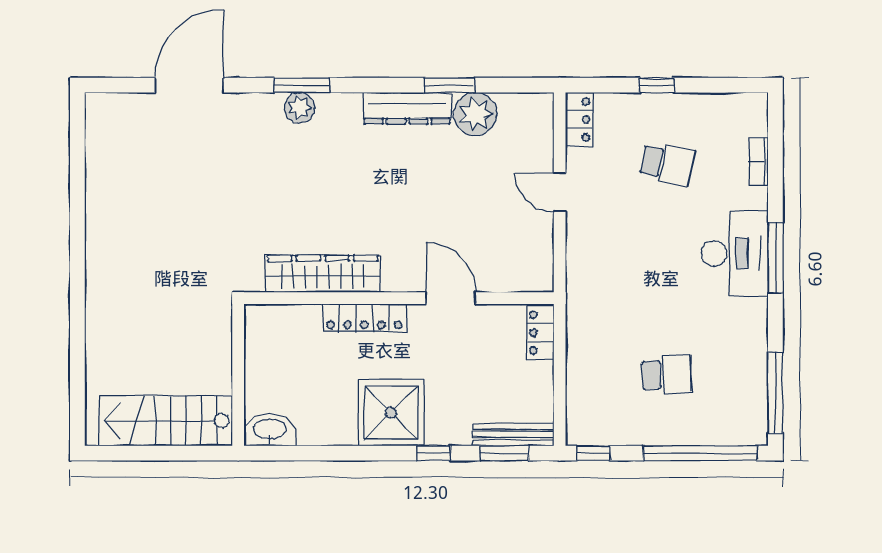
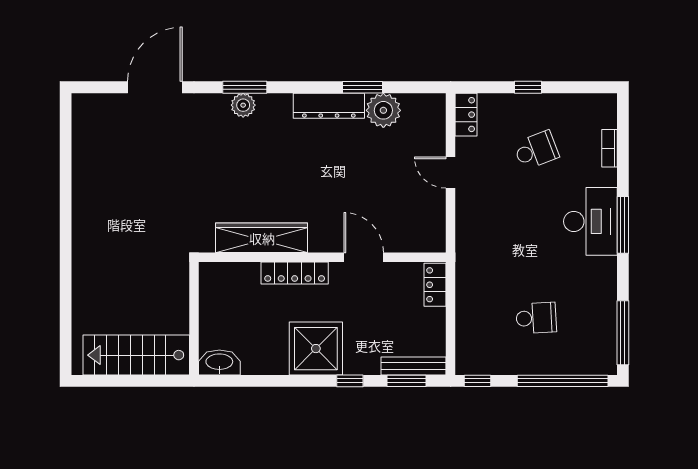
school desk: (667, 164) -> (536, 150), turned -33

